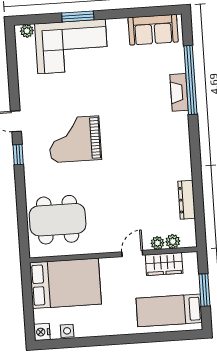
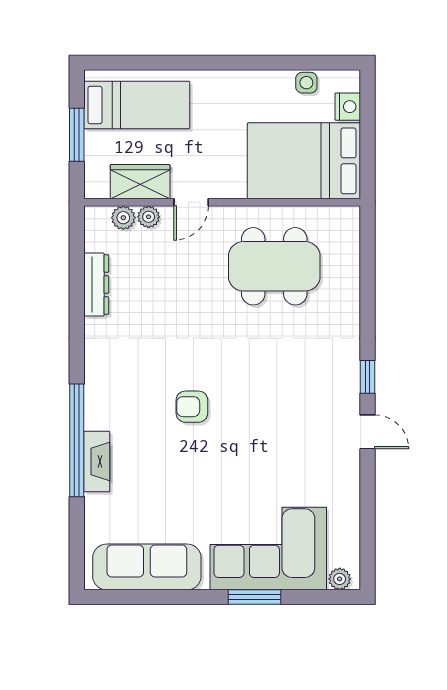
sofa: (153, 30) -> (147, 567), width x1.36
window: (190, 80) -> (77, 440), moved
armchair: (123, 129) -> (192, 407), added
grand piano: (75, 139) -> (273, 396), removed
dining table: (58, 220) -> (274, 266), moved
nightstand: (42, 332) -> (348, 107), moved

